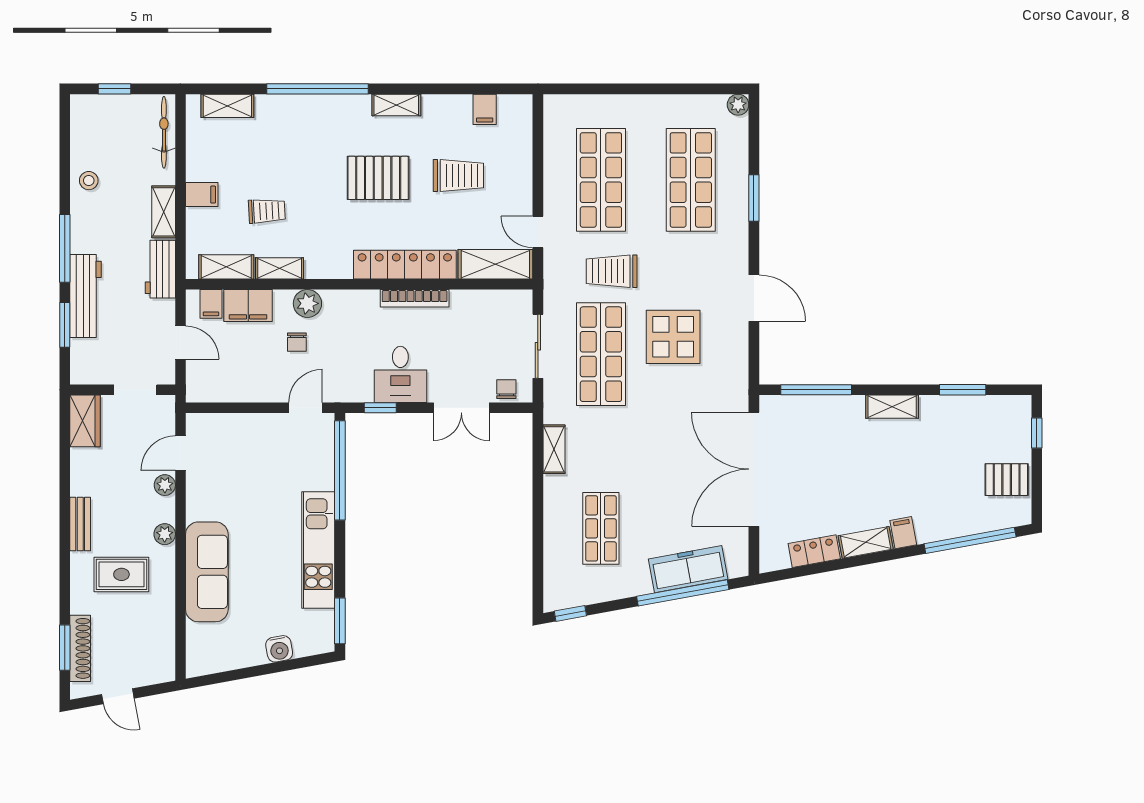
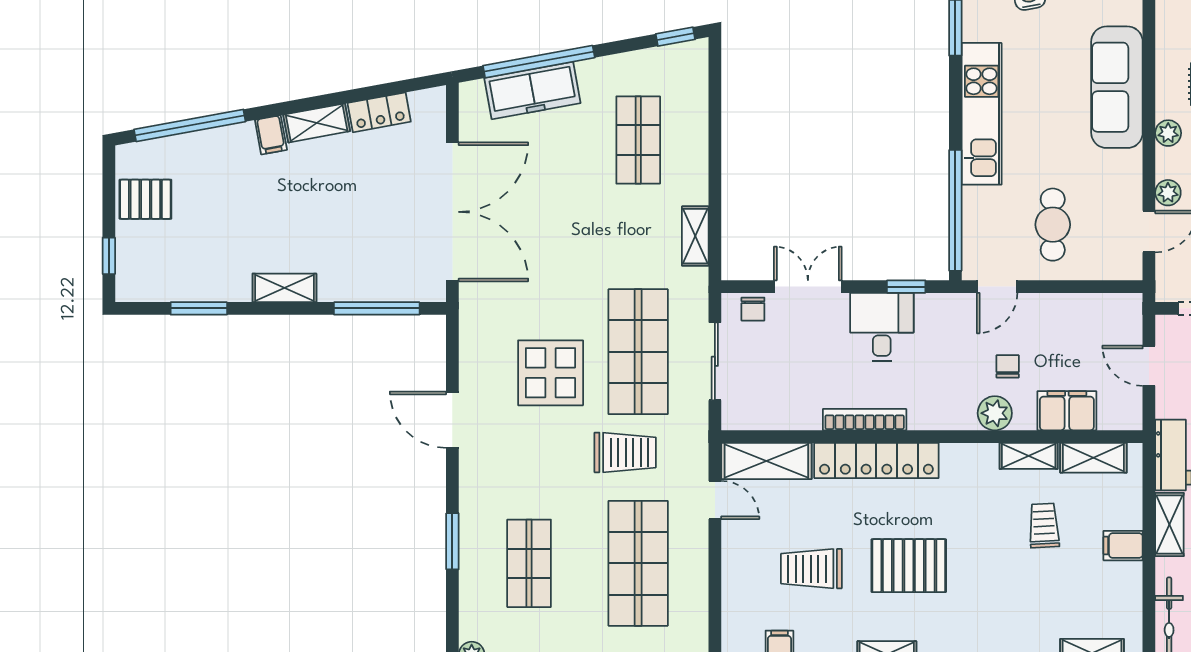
shop shelf: (691, 180) -> (529, 563), width x0.70, depth x0.74
trolley: (267, 211) -> (1044, 526), turned 90
filing cabinet: (211, 304) -> (1112, 413), removed
cafe table: (260, 459) -> (1053, 225), added

